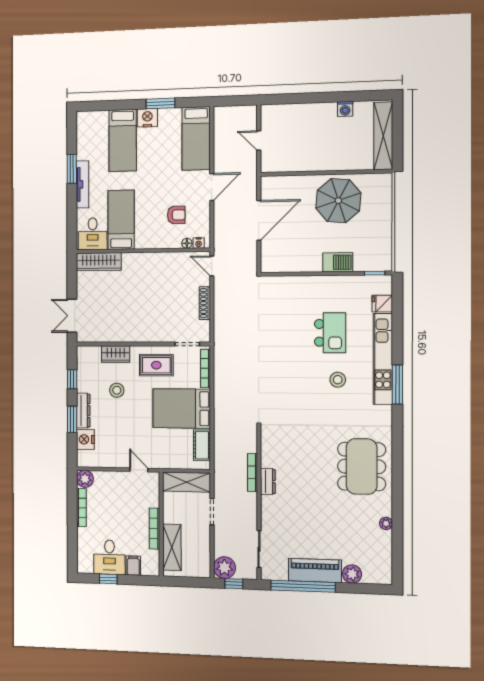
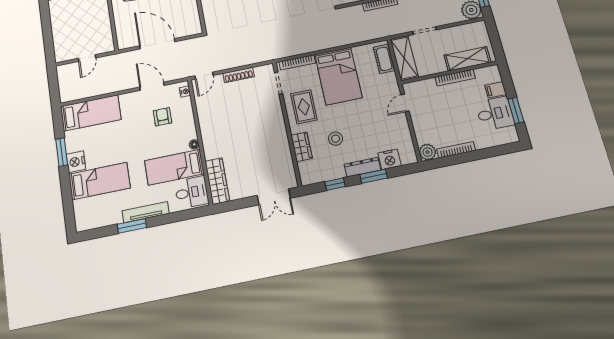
door: (212, 187) -> (152, 86), moved
floor lamp: (187, 243) -> (194, 144), moved
cot: (202, 445) -> (384, 59), moved, turned 90
window: (108, 579) -> (516, 110), width x1.50

